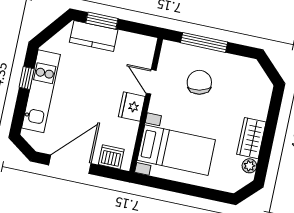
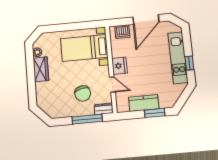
kitchen counter: (94, 36) -> (144, 103), moved
dresser: (175, 50) -> (104, 109), added

